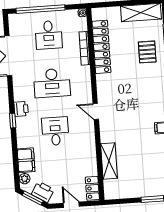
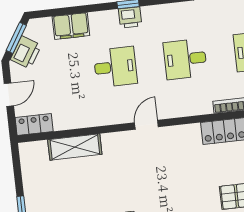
desk: (52, 83) -> (185, 59), width x0.73
printer: (21, 109) -> (130, 17), moved
plant: (25, 179) -> (44, 25), removed

